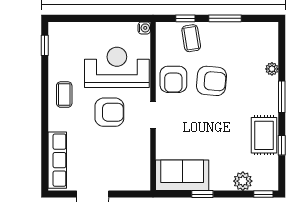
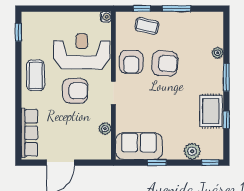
coffee table: (191, 38) -> (147, 26), turned -68
coffee table: (64, 95) -> (36, 75), width x1.36, depth x1.30
plant: (143, 155) -> (105, 129), added

